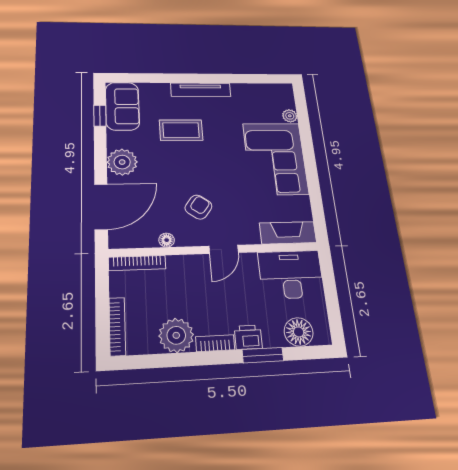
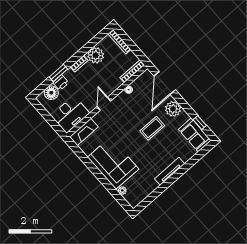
coffee table: (181, 130) -> (152, 128), moved
armchair: (198, 207) -> (127, 114), removed
printer: (248, 337) -> (61, 83), moved

